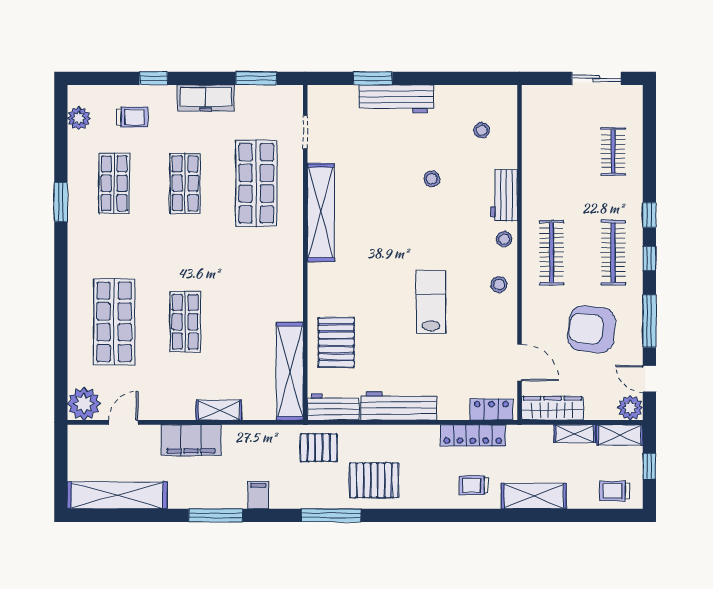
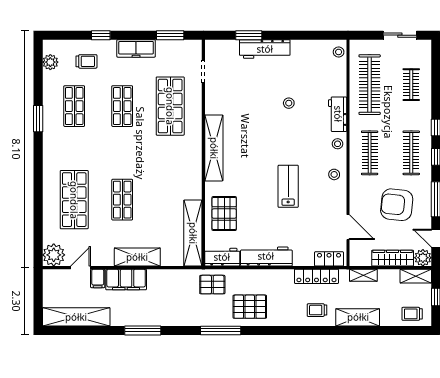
stool: (482, 130) -> (339, 52), moved
clothes rail: (551, 151) -> (370, 85), added
shelving: (321, 212) -> (214, 148), moved
wardrobe: (552, 408) -> (393, 258), moved
shelving: (219, 410) -> (137, 257), width x1.50, depth x1.33
shelving: (575, 434) -> (363, 275), moved
filing cabinet: (258, 495) -> (98, 278), moved, turned 180

